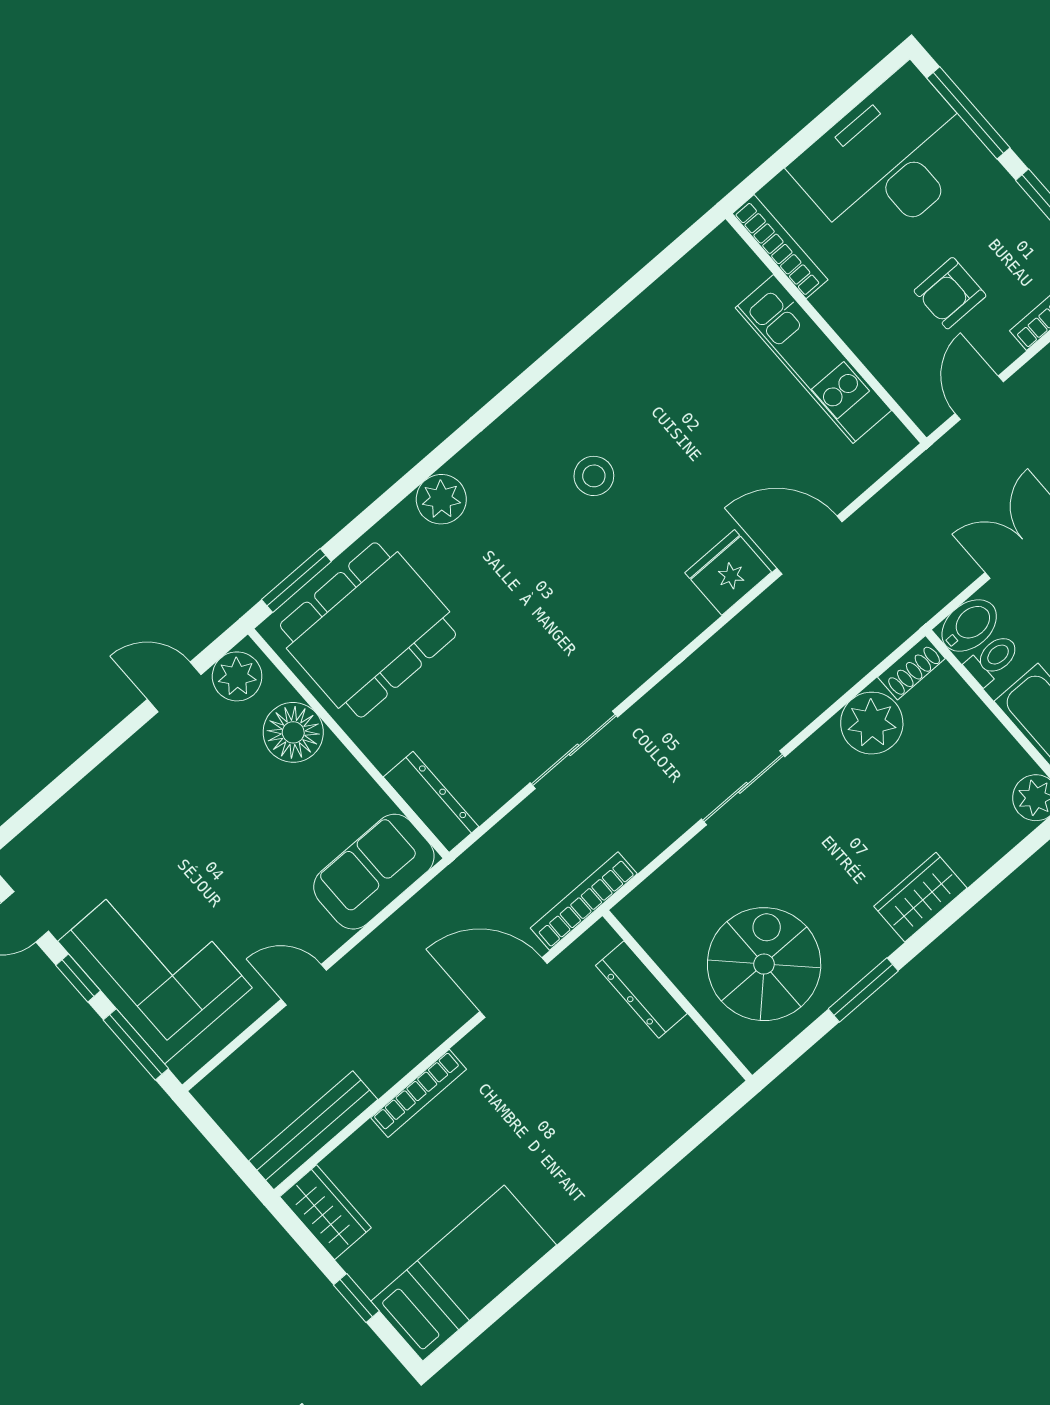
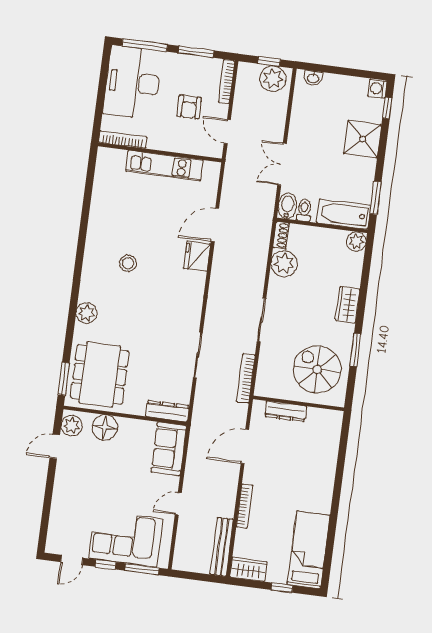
bookcase: (584, 901) -> (246, 378), moved

